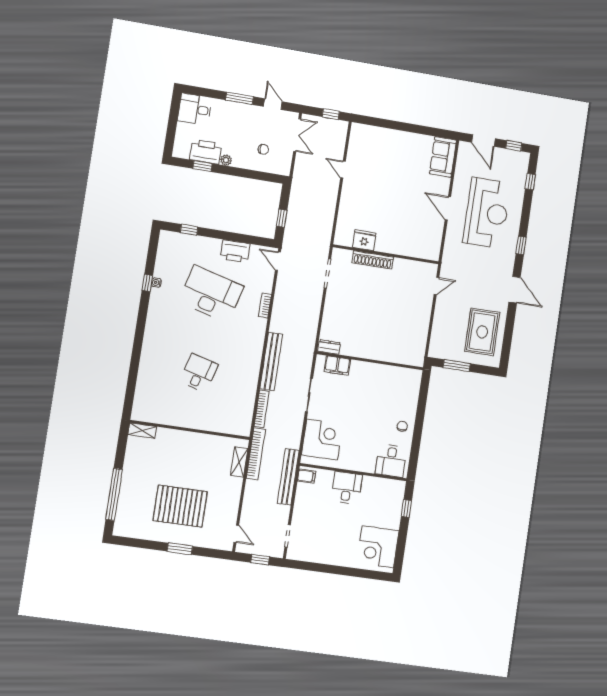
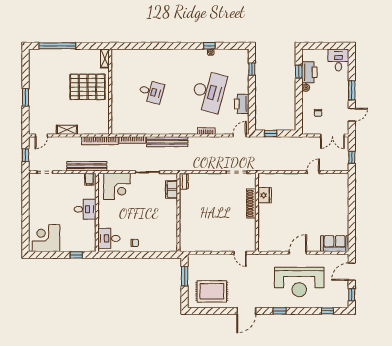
shelving: (239, 462) -> (67, 130), moved
pallet: (180, 506) -> (88, 87), moved, turned 90

